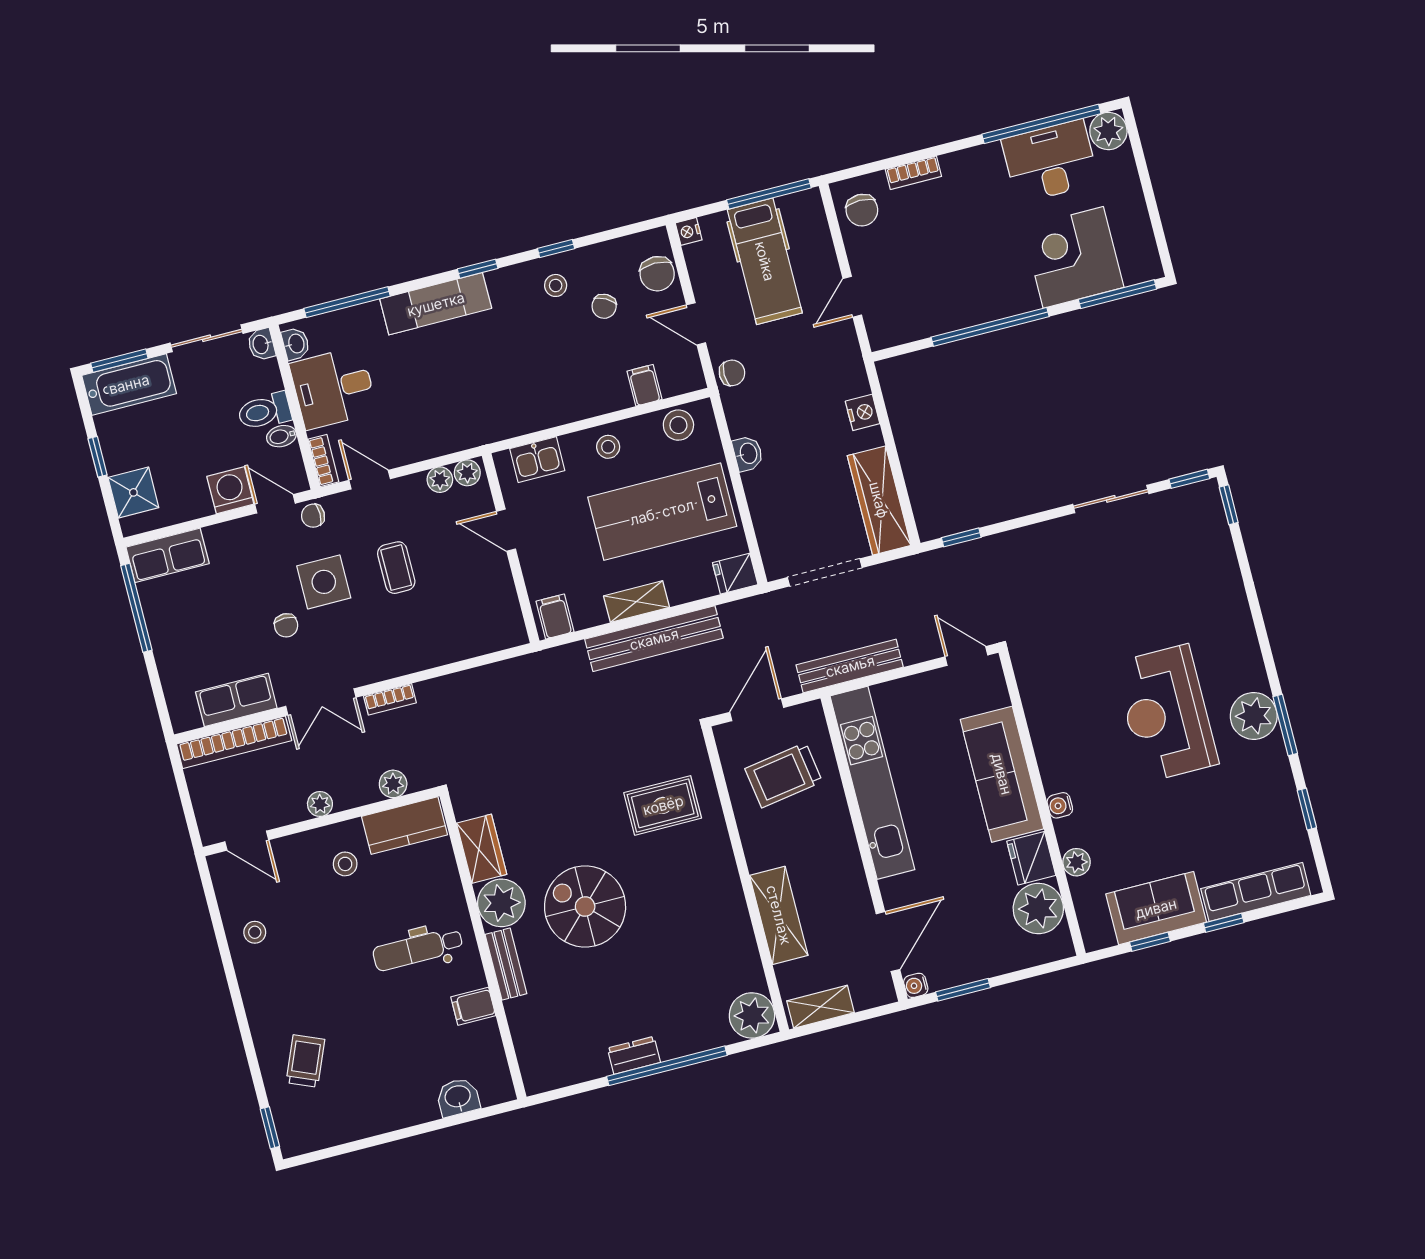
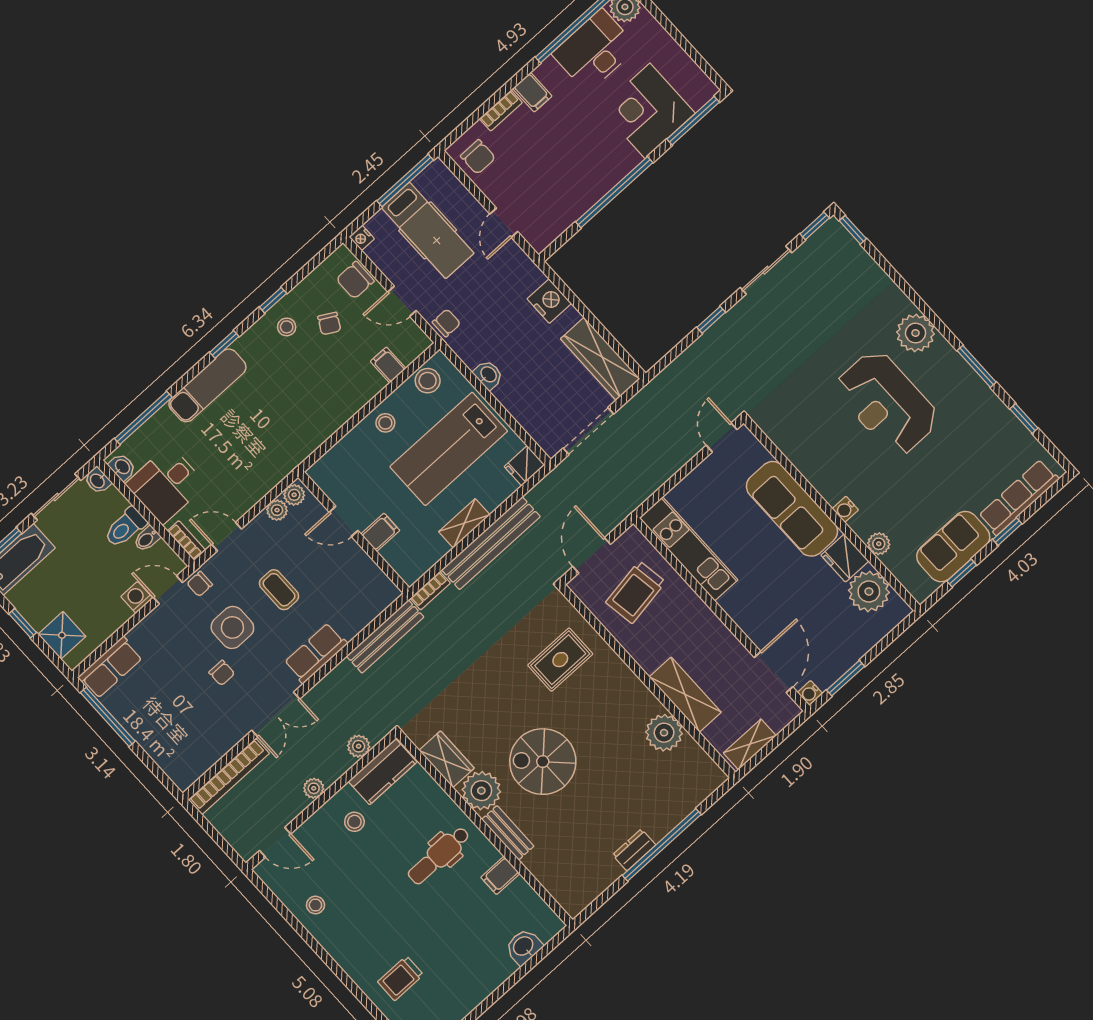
filing cabinet: (958, 171) -> (532, 92), added
chair: (657, 274) -> (355, 280), turned 90
nightstand: (863, 412) -> (549, 301), width x1.36, depth x1.33
kitchen sink: (537, 460) -> (339, 459), removed
washing machine: (230, 490) -> (137, 597), width x0.73, depth x0.73
window: (961, 537) -> (711, 320), moved
filing cabinet: (555, 617) -> (380, 532), moved, turned 90
door: (966, 656) -> (722, 437), hinge flipped
bench: (850, 666) -> (385, 637), moved
bookcase: (390, 699) -> (430, 591), moved
row of seats: (236, 700) -> (316, 653), moved
plant: (1254, 716) -> (916, 333), moved
kitchen unit: (872, 783) -> (688, 549), width x0.73
plant: (752, 1015) -> (664, 733), moved
trolley: (305, 1061) -> (401, 978), turned -113

